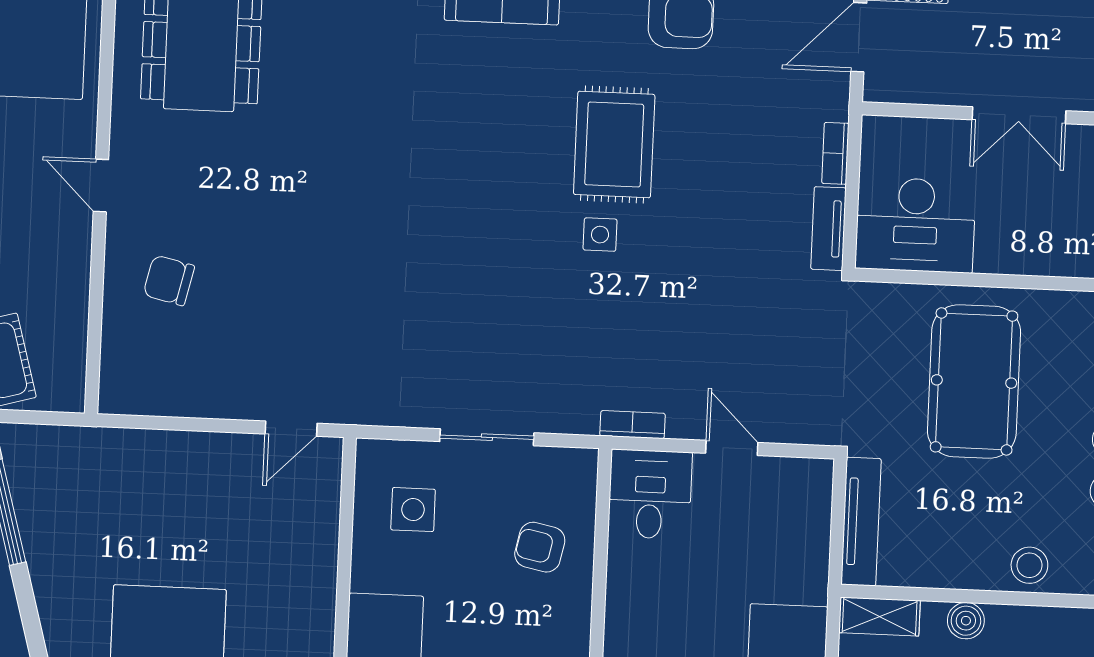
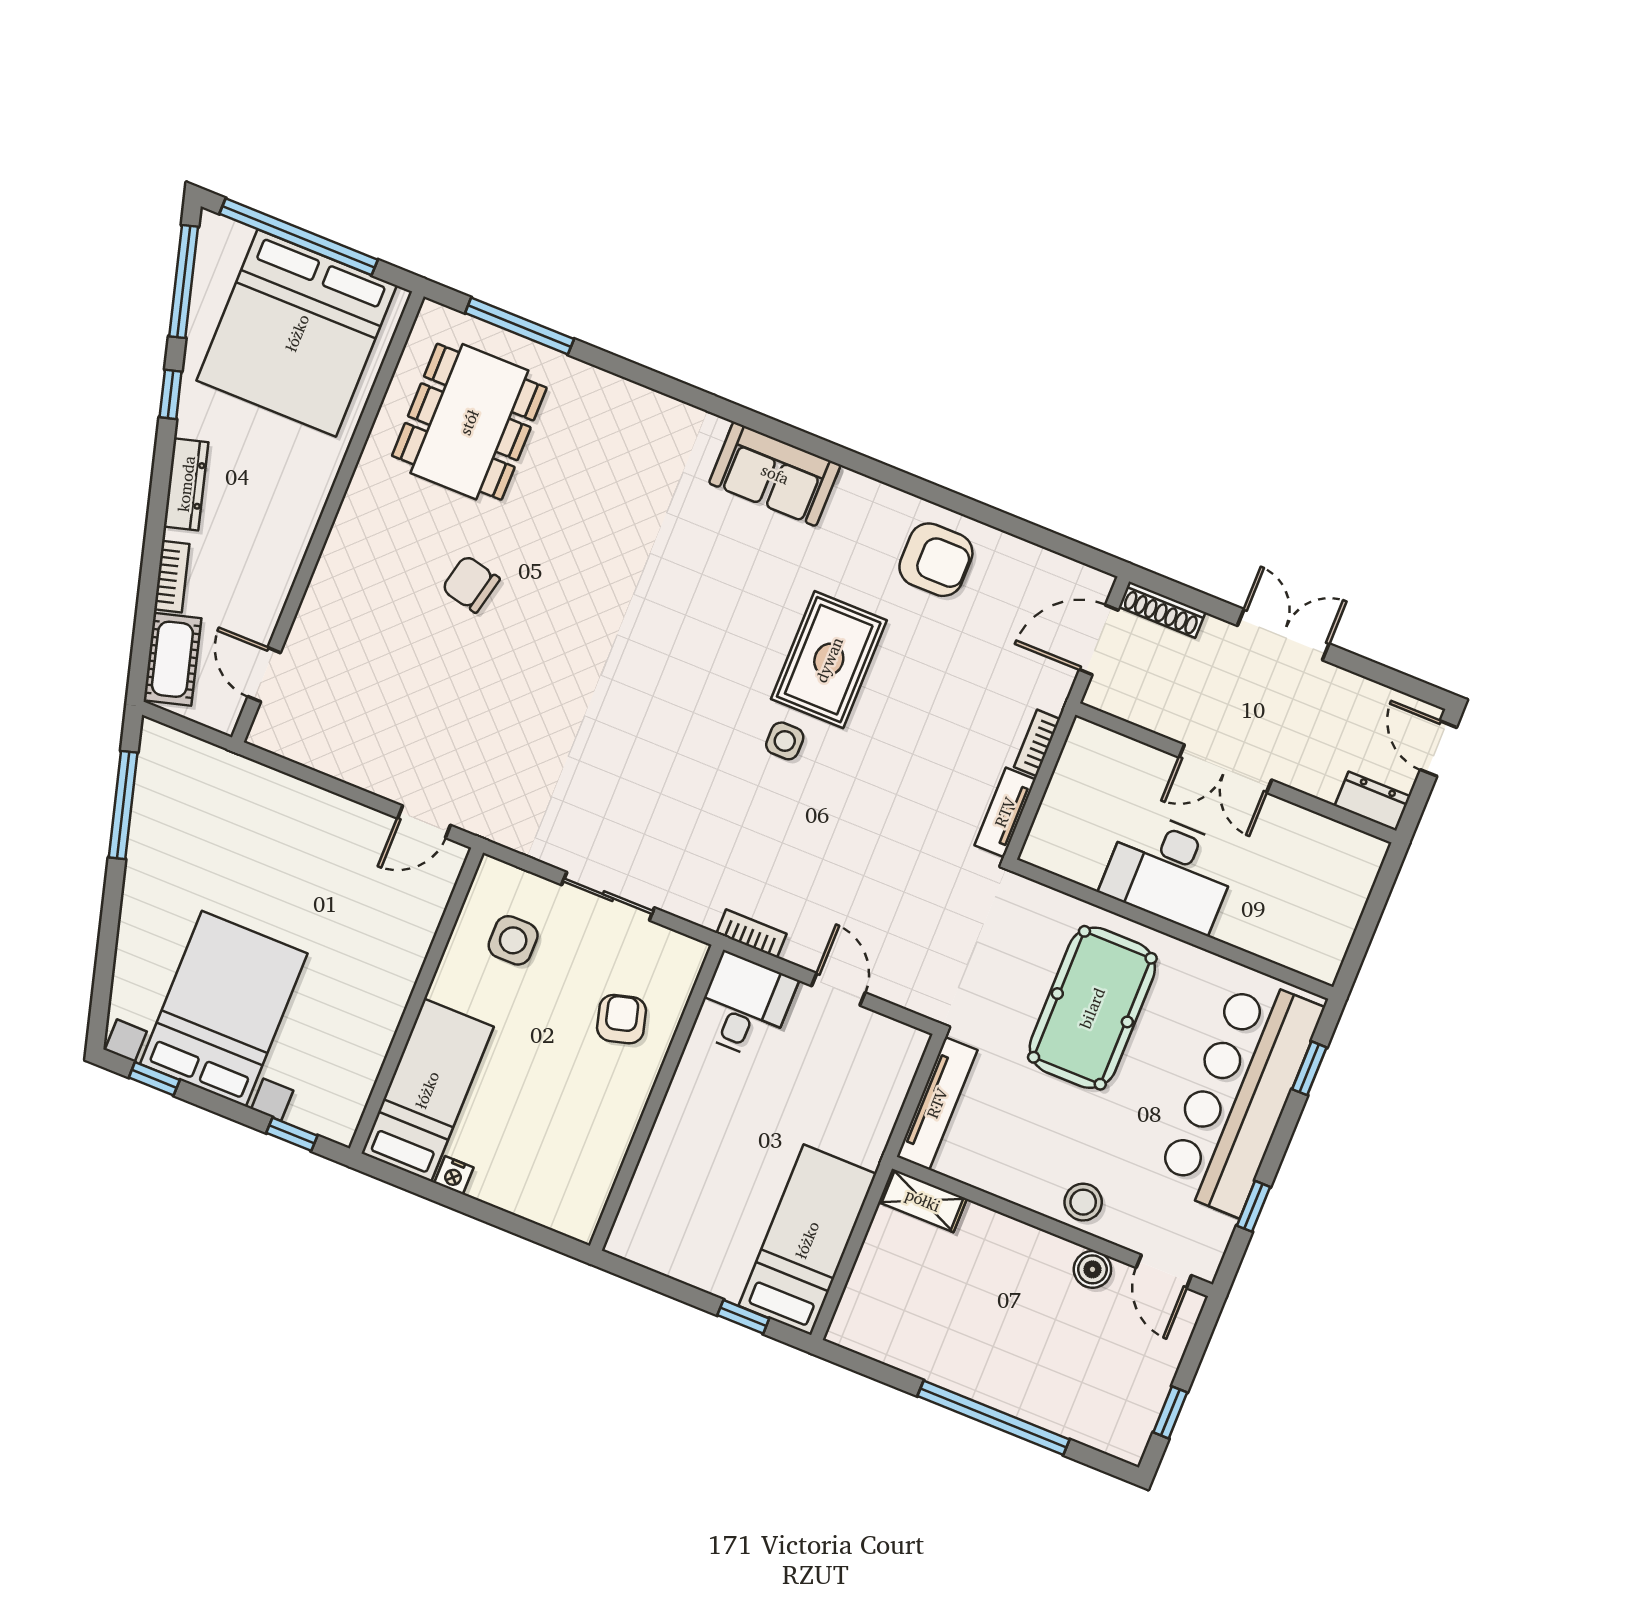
door: (101, 186) -> (264, 675), moved
desk: (915, 225) -> (1170, 871), moved
chair: (169, 280) -> (471, 584), moved
armchair: (540, 547) -> (621, 1019), turned 63
boiler: (966, 621) -> (1092, 1269), moved

